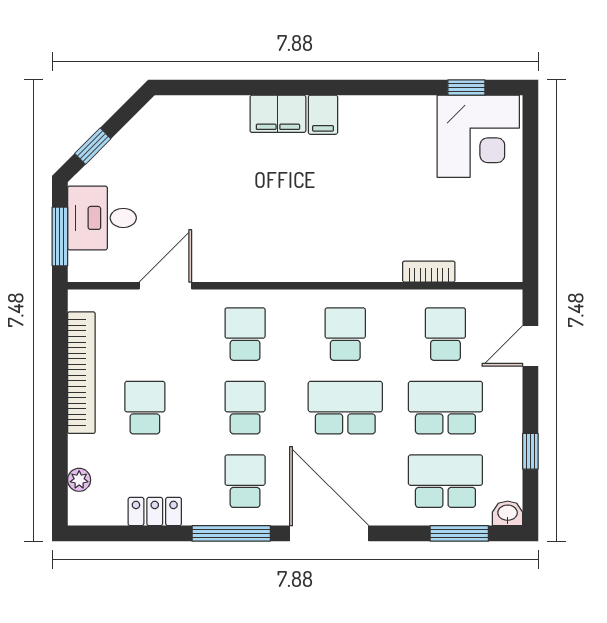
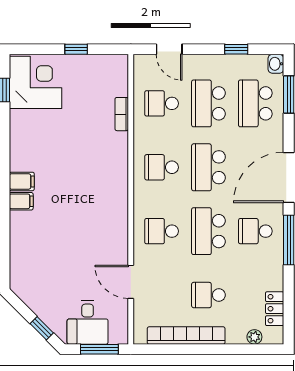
filing cabinet: (278, 114) -> (21, 201), width x0.50
window: (530, 200) -> (76, 49), added
school desk: (245, 408) -> (208, 231), width x1.85
locker: (155, 511) -> (275, 309), moved

